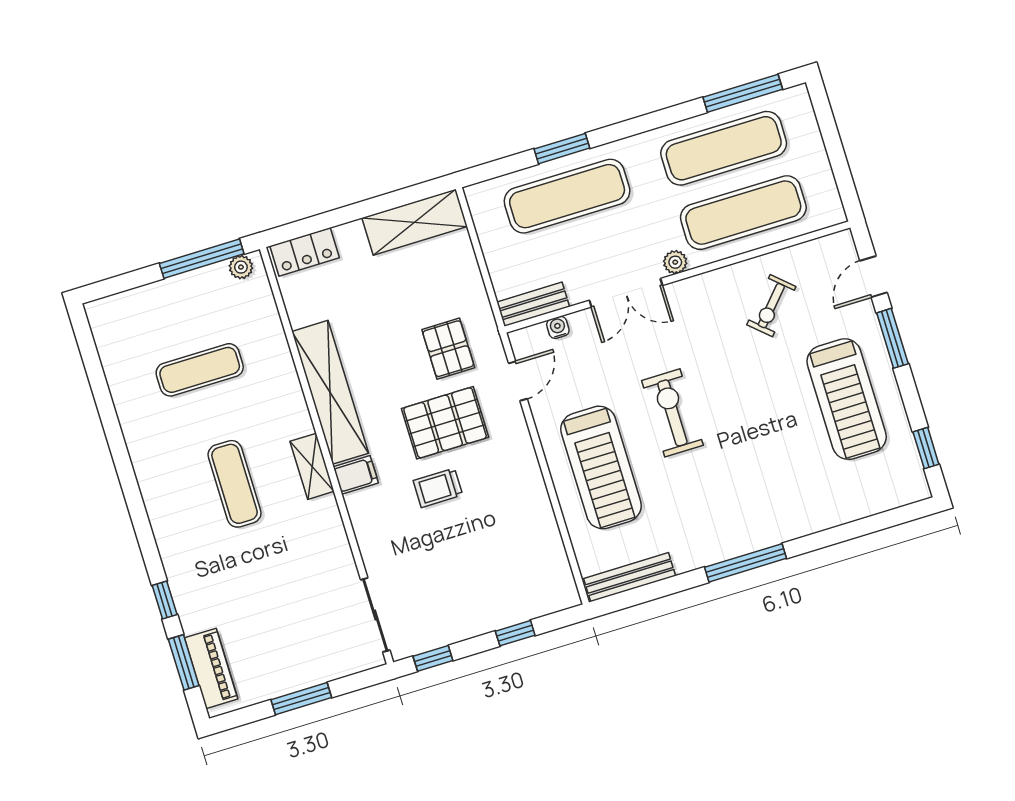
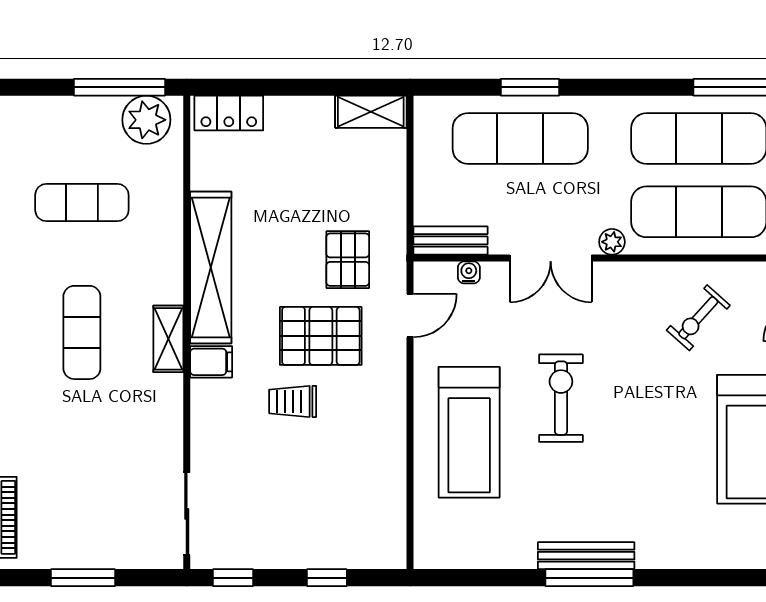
shelving: (415, 222) -> (371, 112), width x0.67, depth x0.75
plant: (241, 267) -> (146, 120), width x1.87, depth x1.87
bench: (630, 577) -> (586, 556), moved

